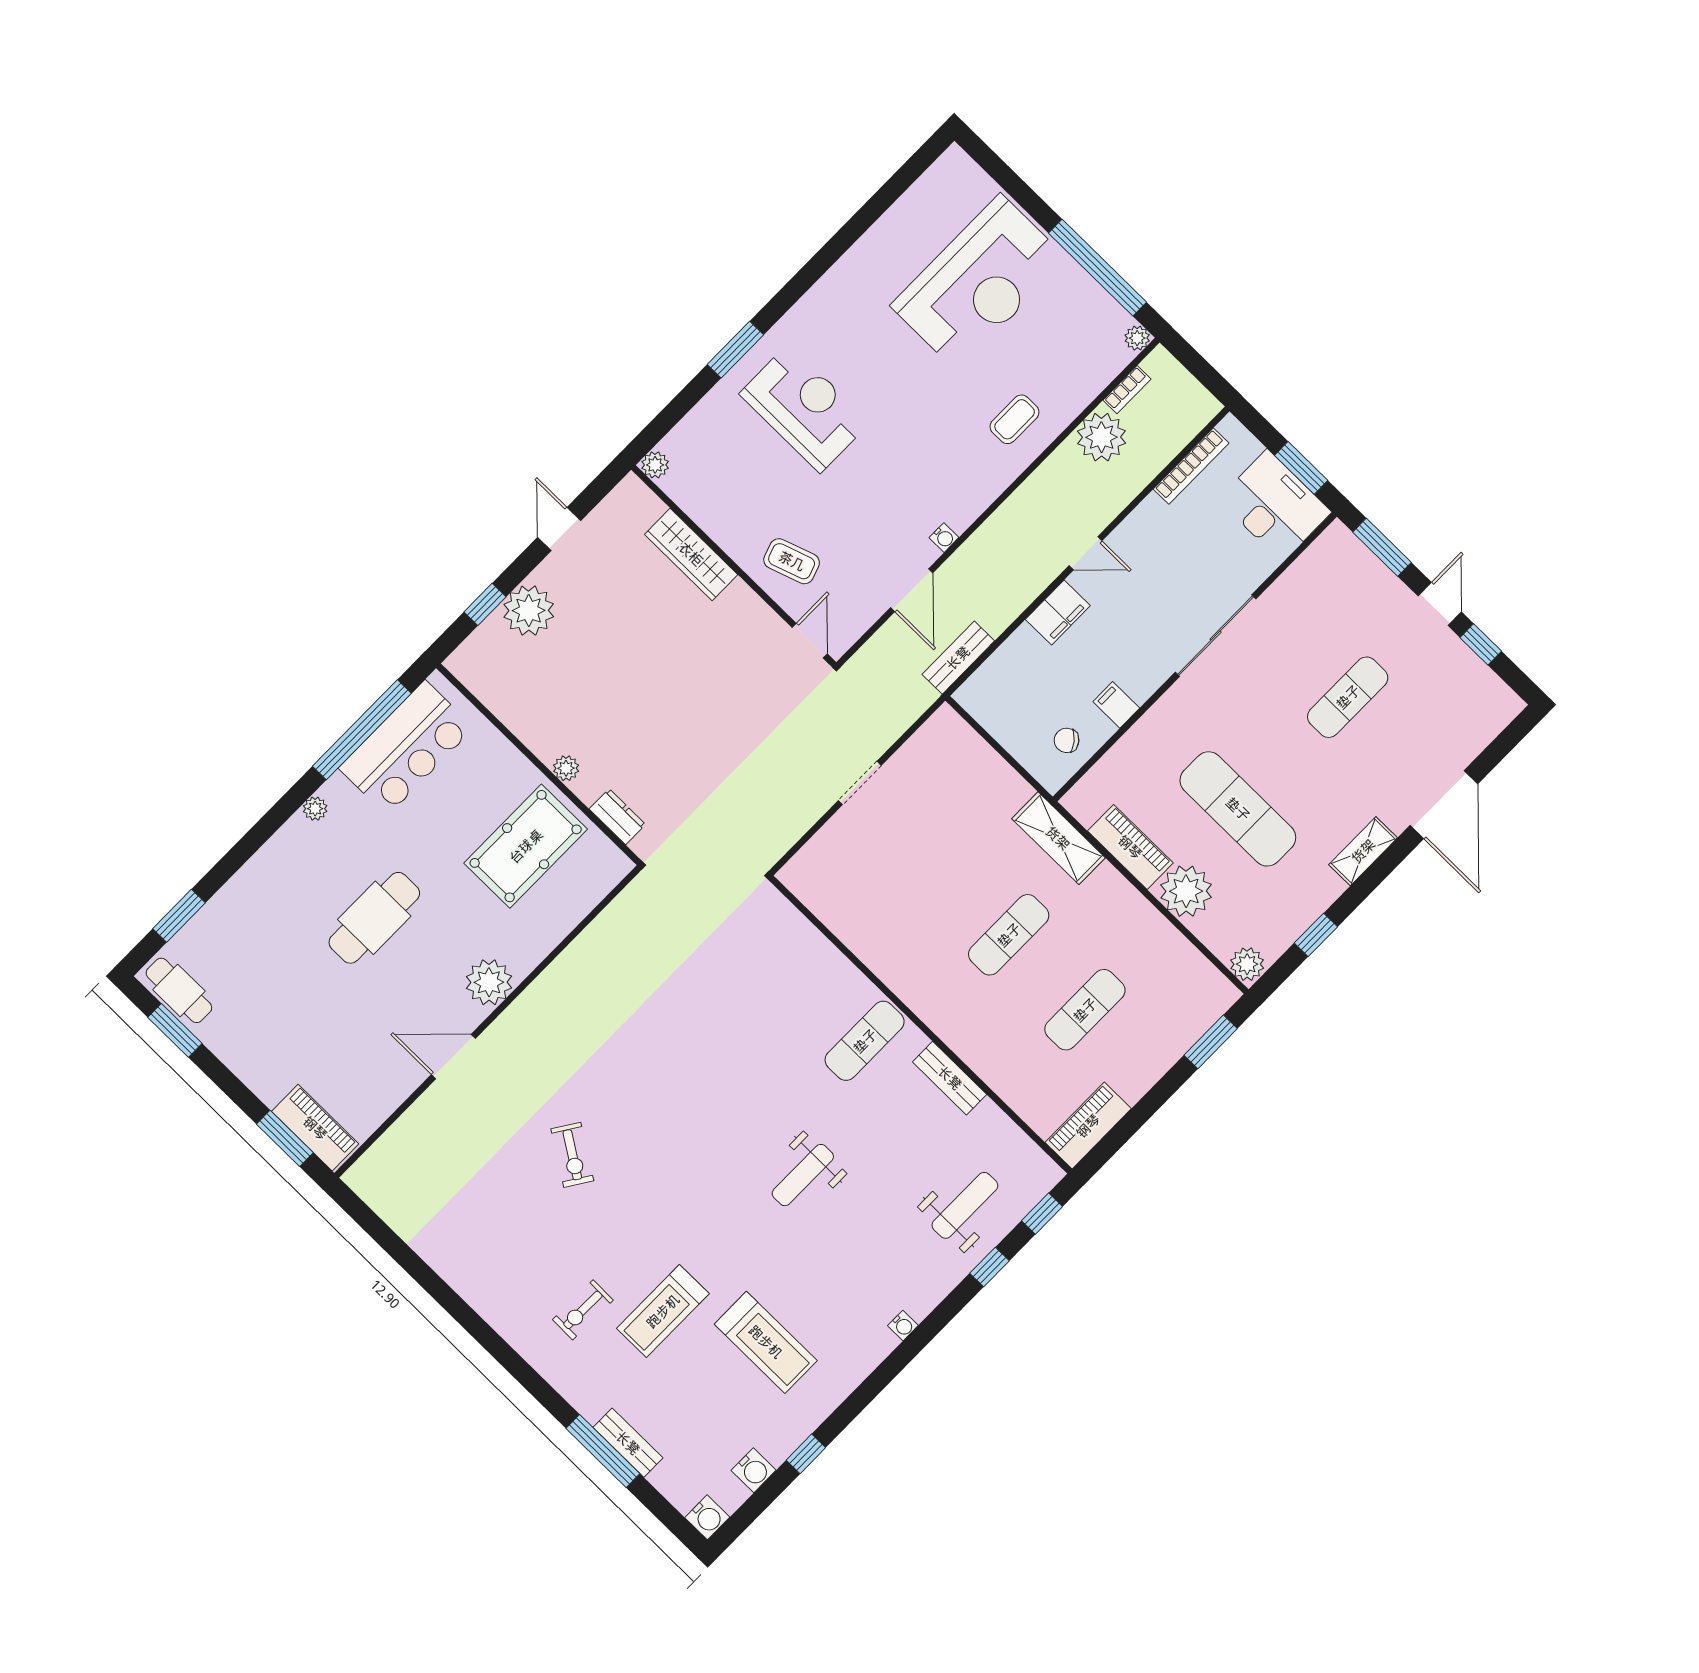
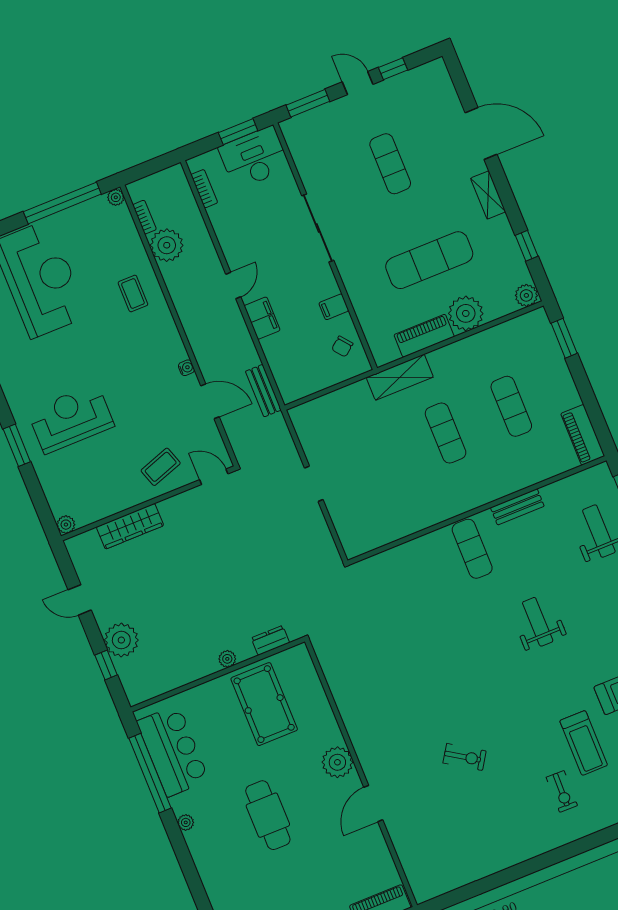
bookcase: (1191, 466) -> (204, 189), width x0.64
weight bench: (803, 1175) -> (538, 622), turned 180

